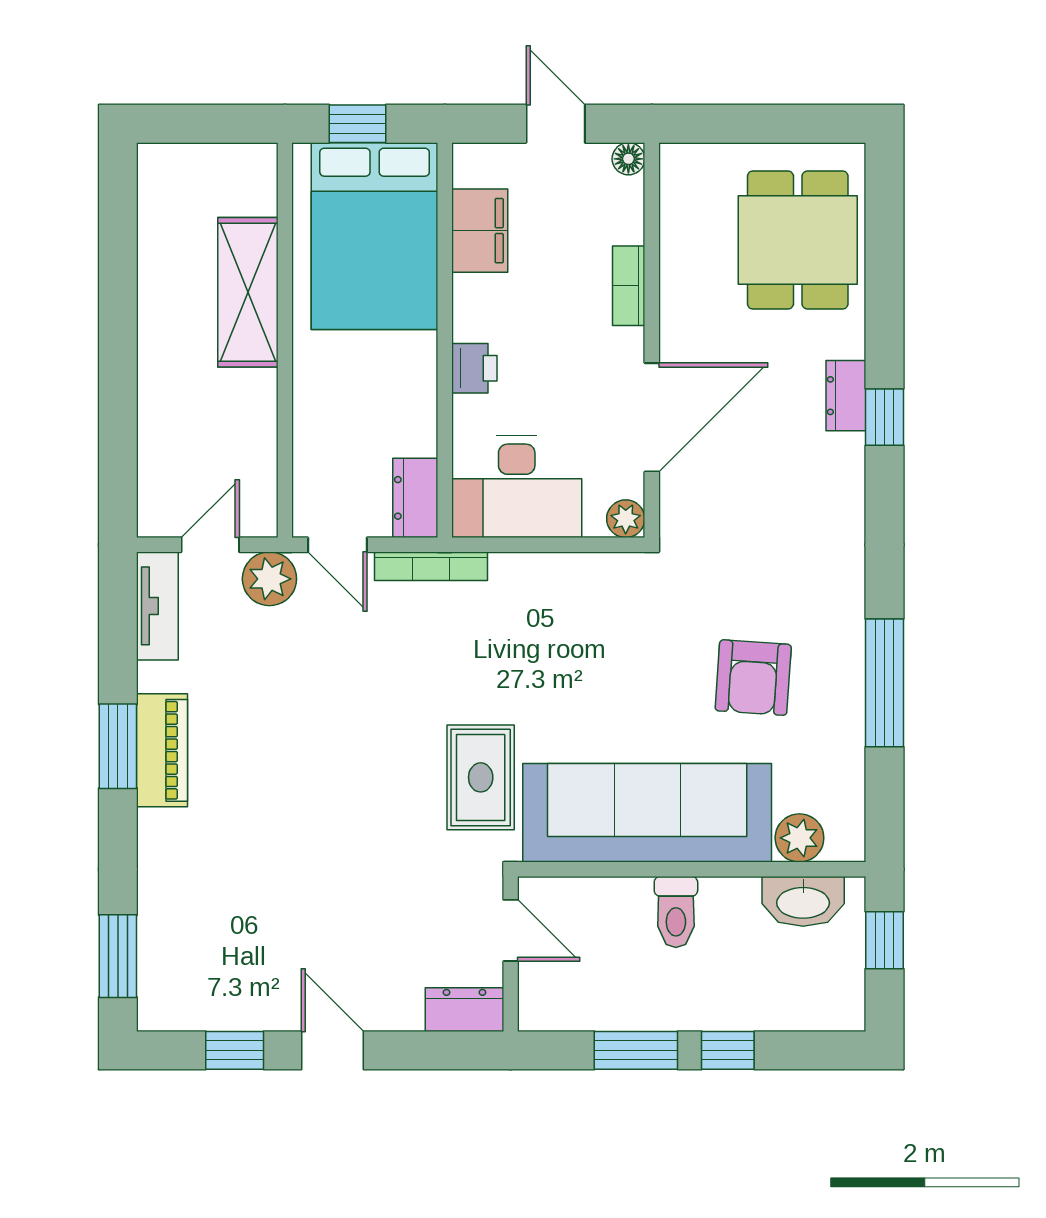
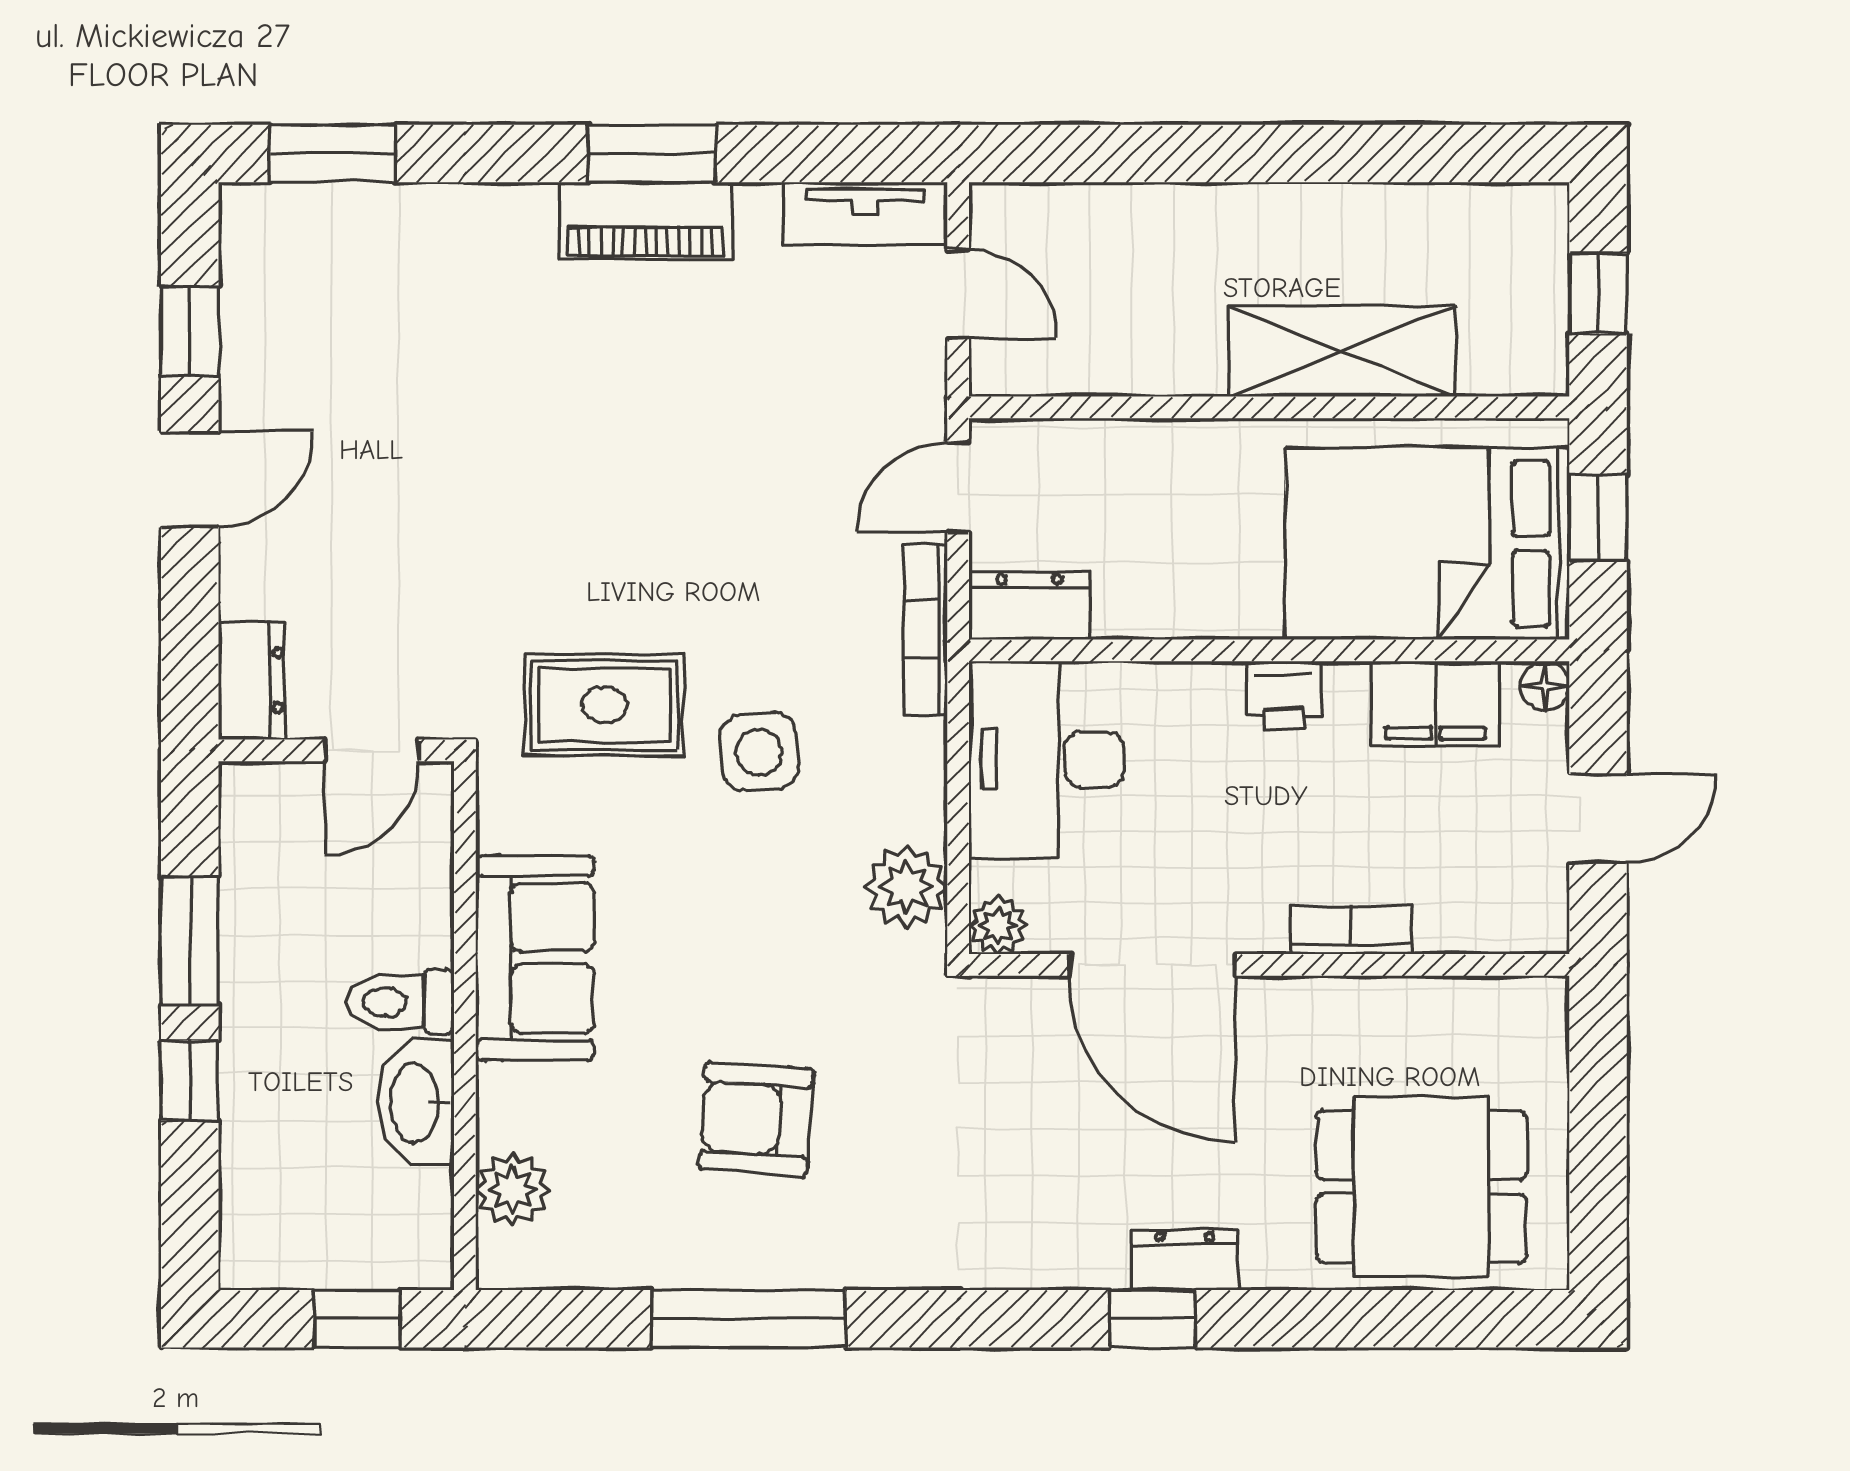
window: (210, 124) -> (1598, 293), added
floor lamp: (628, 159) -> (1545, 686), moved
printer: (474, 368) -> (1284, 695), moved
plant: (269, 579) -> (906, 887), moved
side table: (512, 676) -> (759, 752), added
sofa: (647, 813) -> (535, 958), width x0.54, depth x0.79
washbasin: (803, 901) -> (416, 1103), moved

